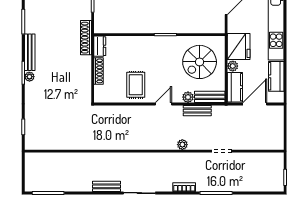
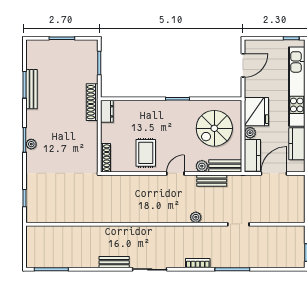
bench: (30, 52) -> (32, 89), moved
shoe rack: (99, 71) -> (106, 158), moved

